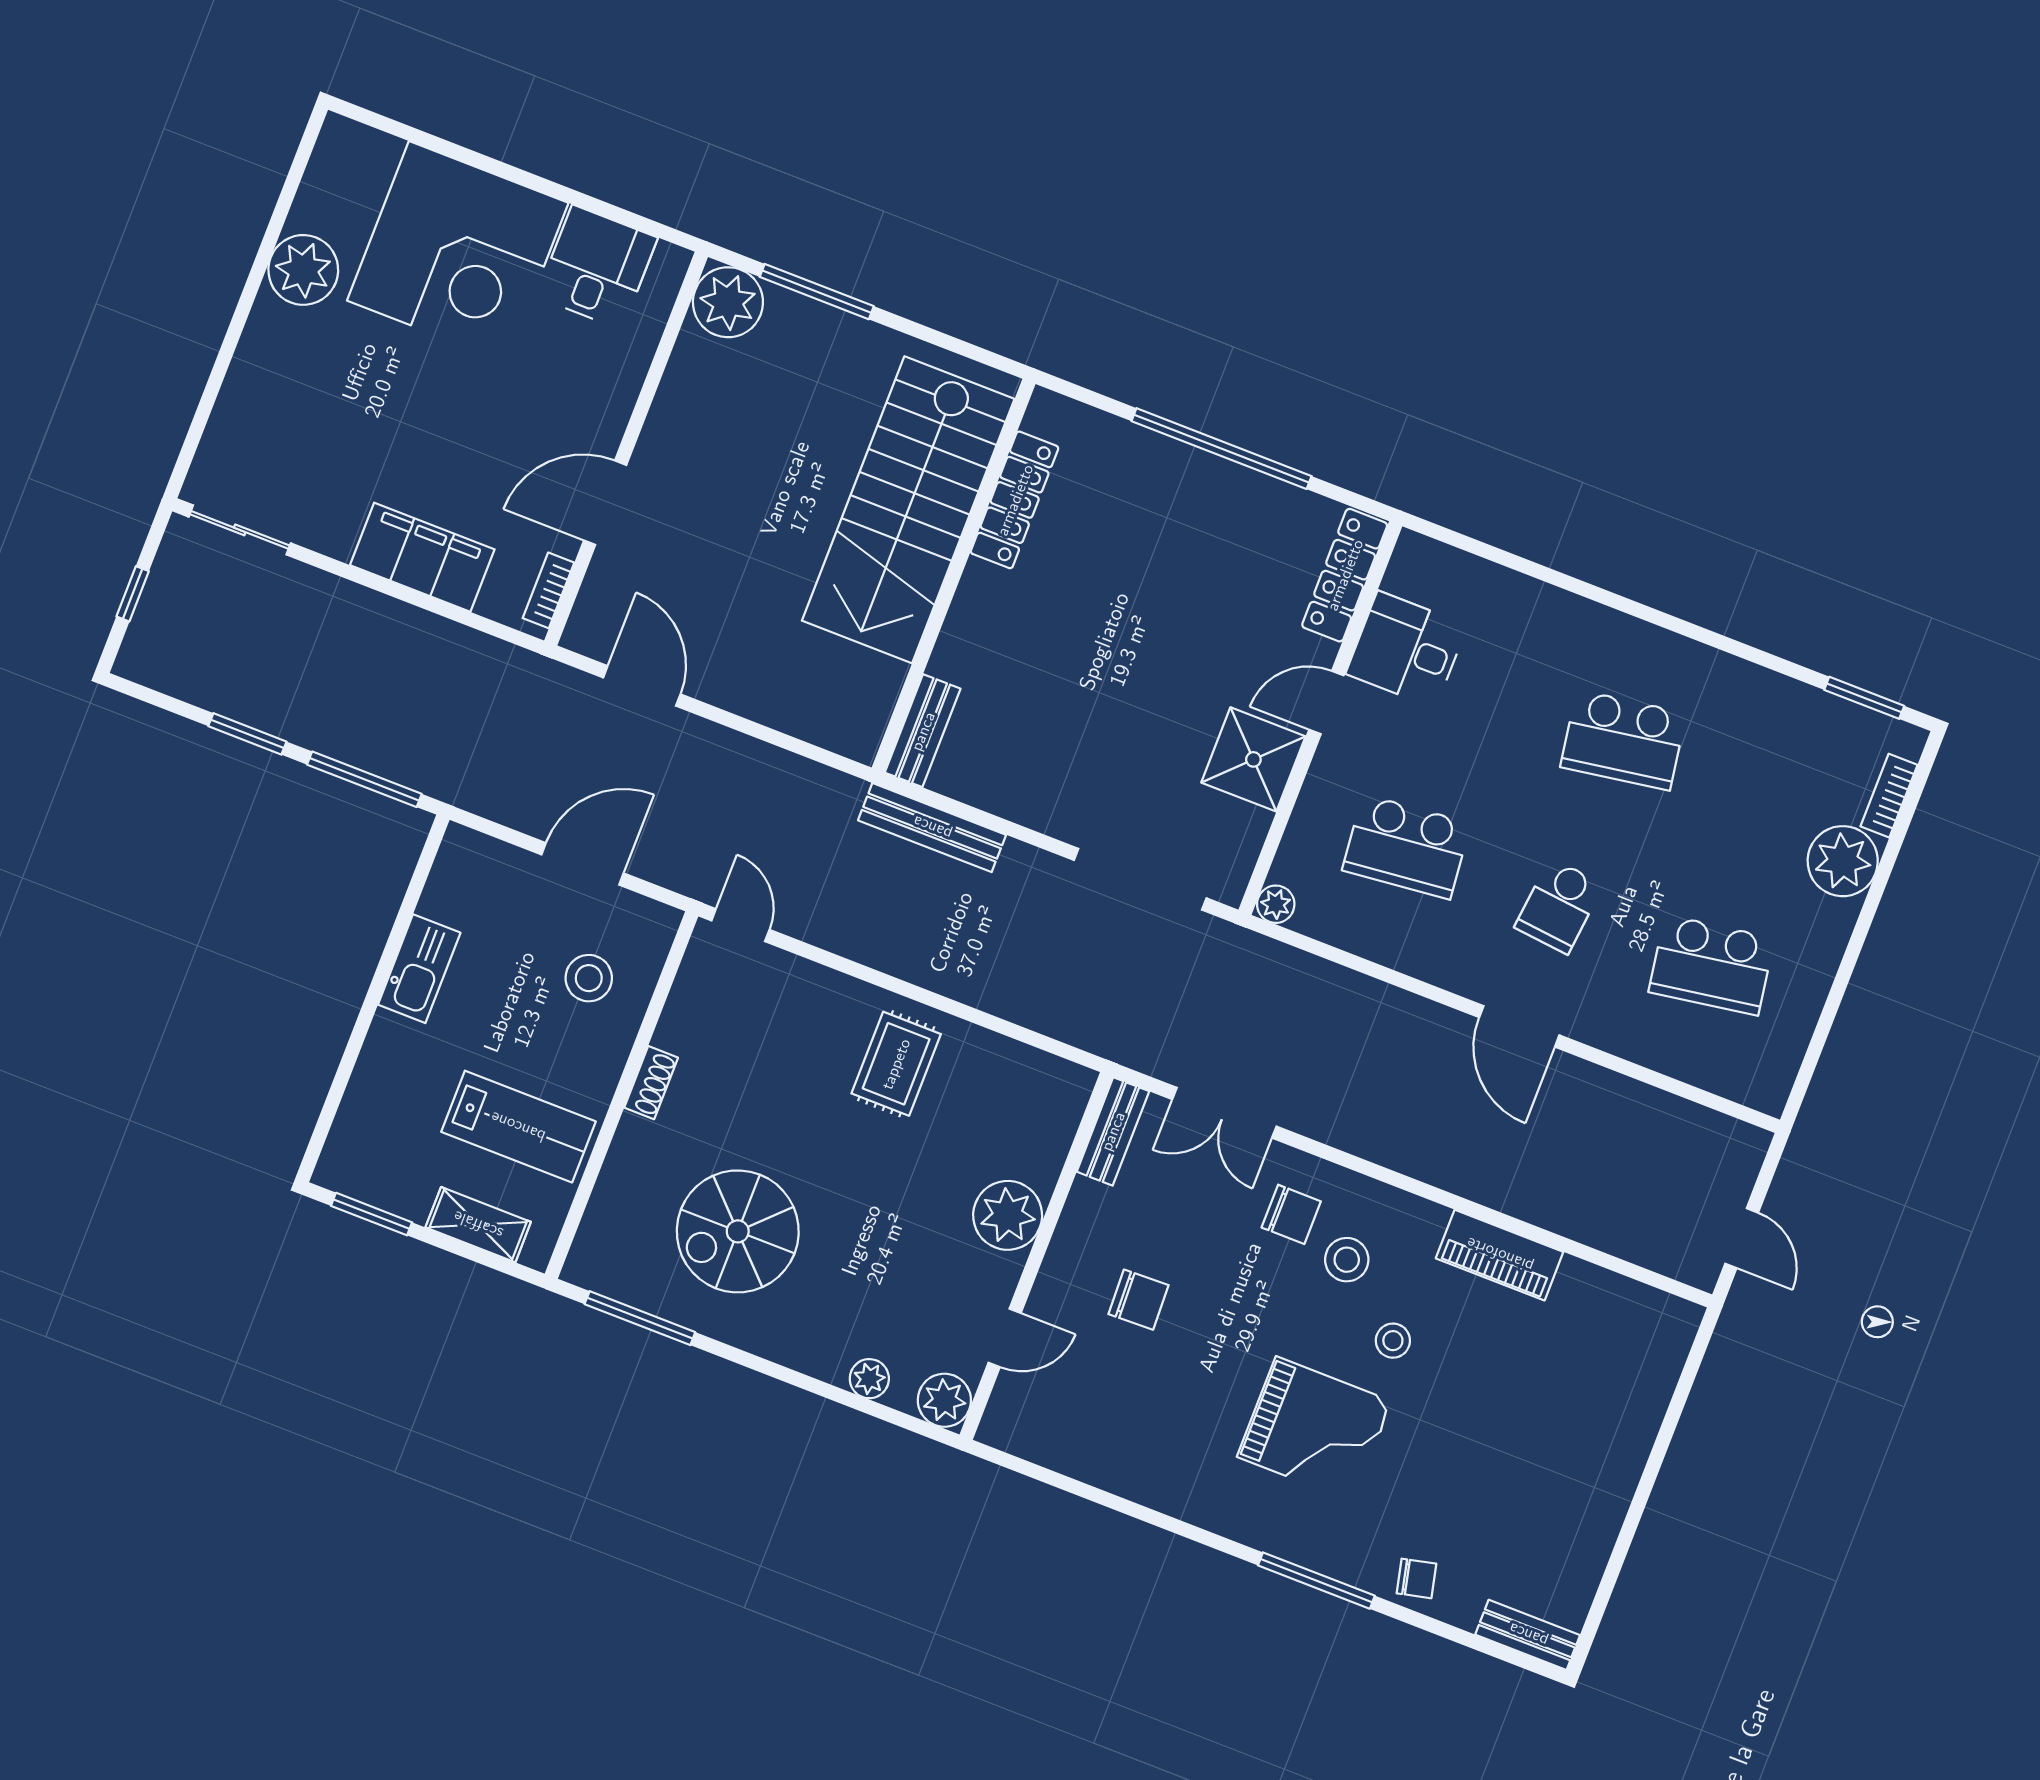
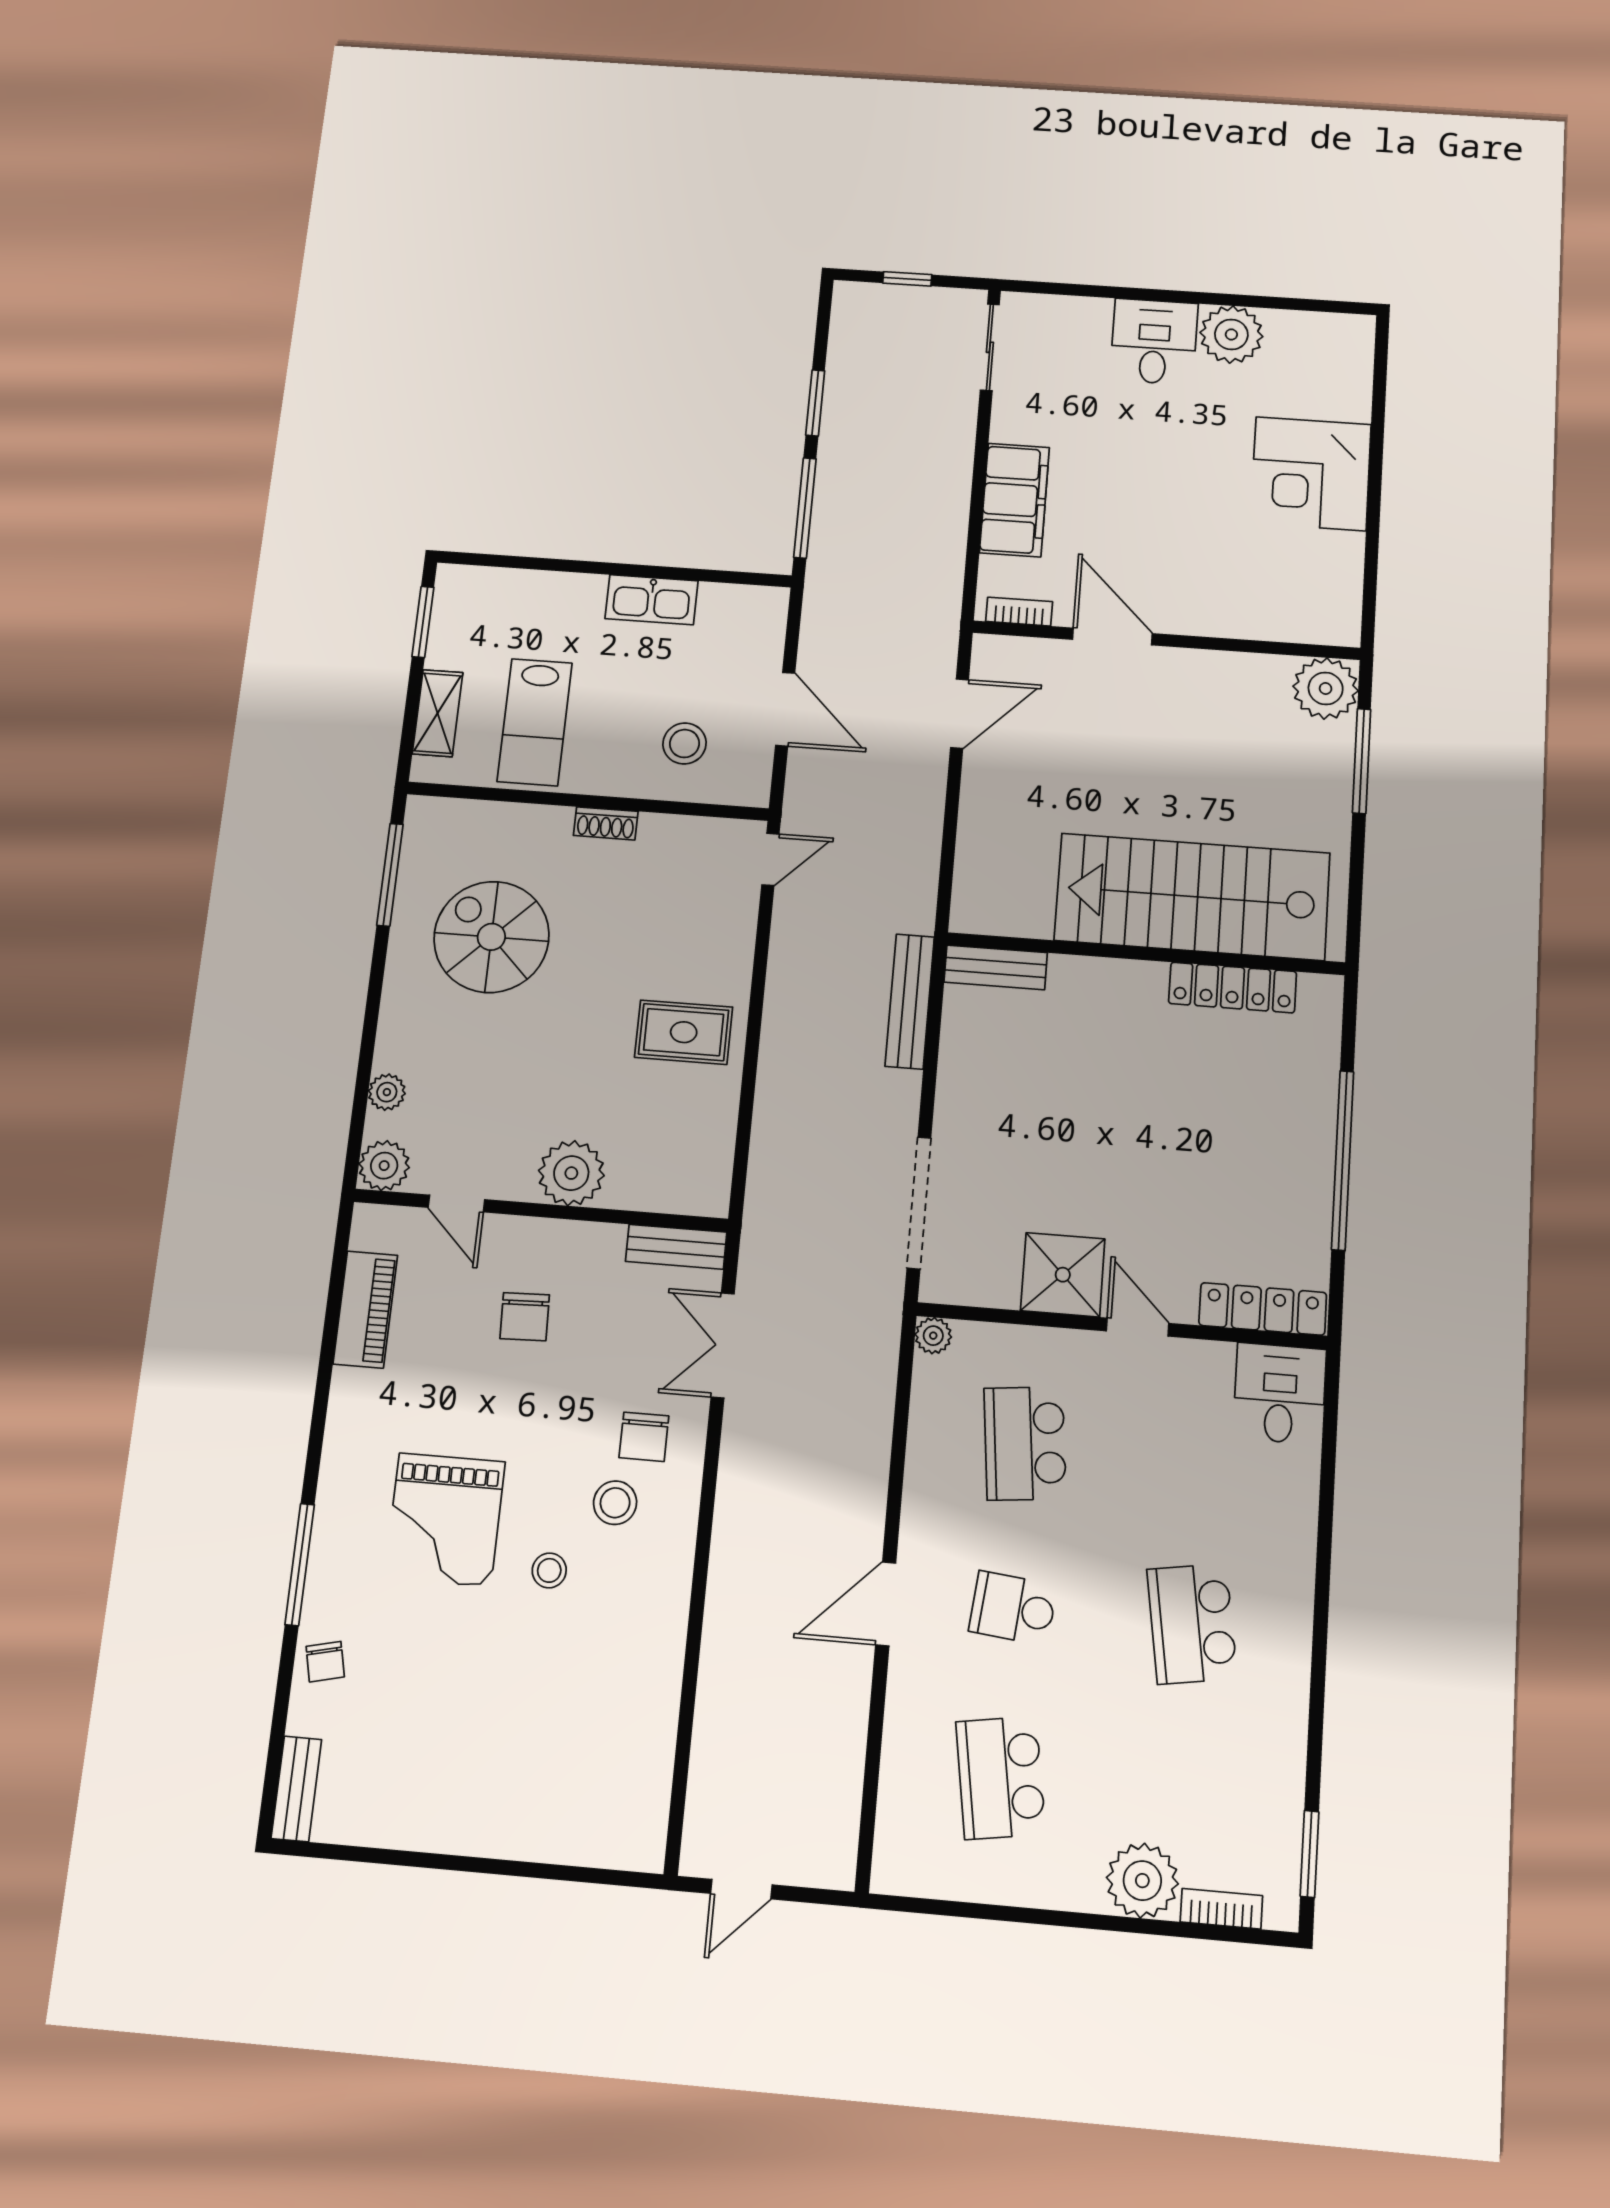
corner desk: (458, 252) -> (1311, 474), width x0.74, depth x0.74
desk: (597, 267) -> (1154, 342), moved, turned -90
desk: (1406, 650) -> (1280, 1394), moved
piano: (1500, 1255) -> (365, 1309), moved, turned 180

